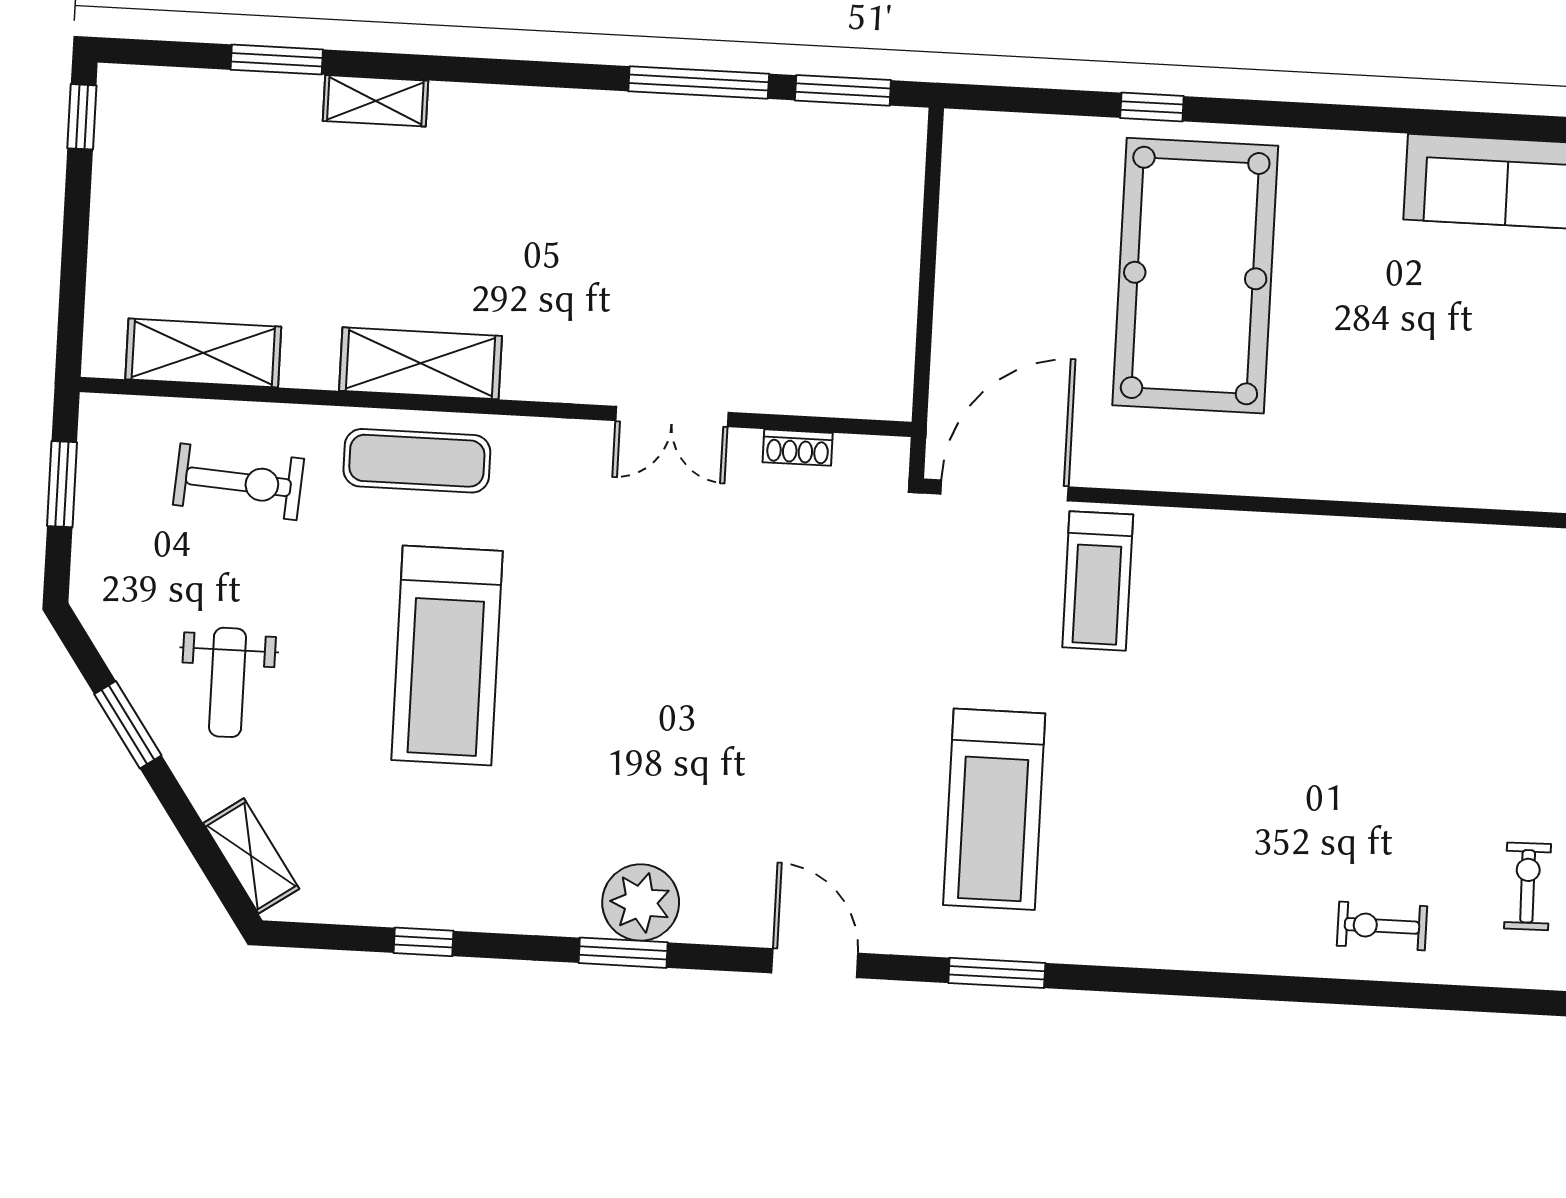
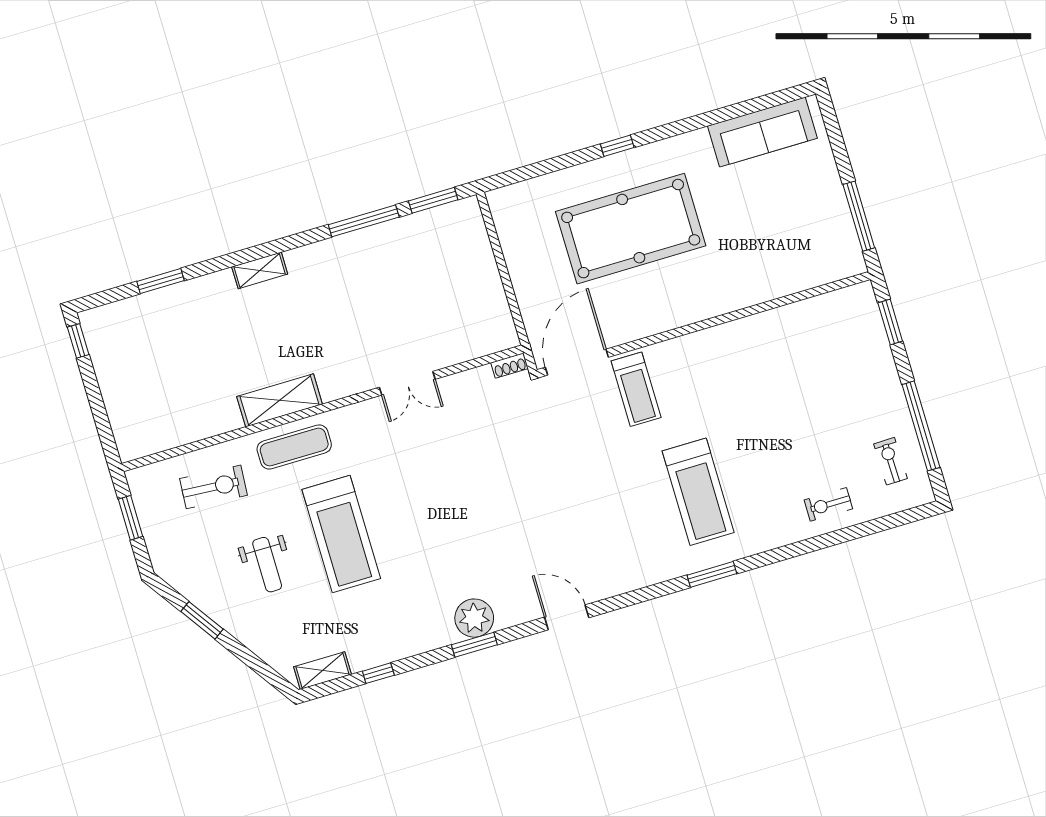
shelving: (375, 101) -> (260, 270), moved
window: (1152, 107) -> (617, 146), moved
pool table: (1195, 276) -> (631, 229), turned 90
shelving: (203, 353) -> (175, 432), removed
shoe rack: (798, 448) -> (510, 366), moved
weight bench: (227, 682) -> (267, 565), moved
treadmill: (994, 809) -> (698, 492), moved
shelving: (251, 856) -> (323, 671), moved, turned -55
window: (997, 973) -> (712, 574), moved

